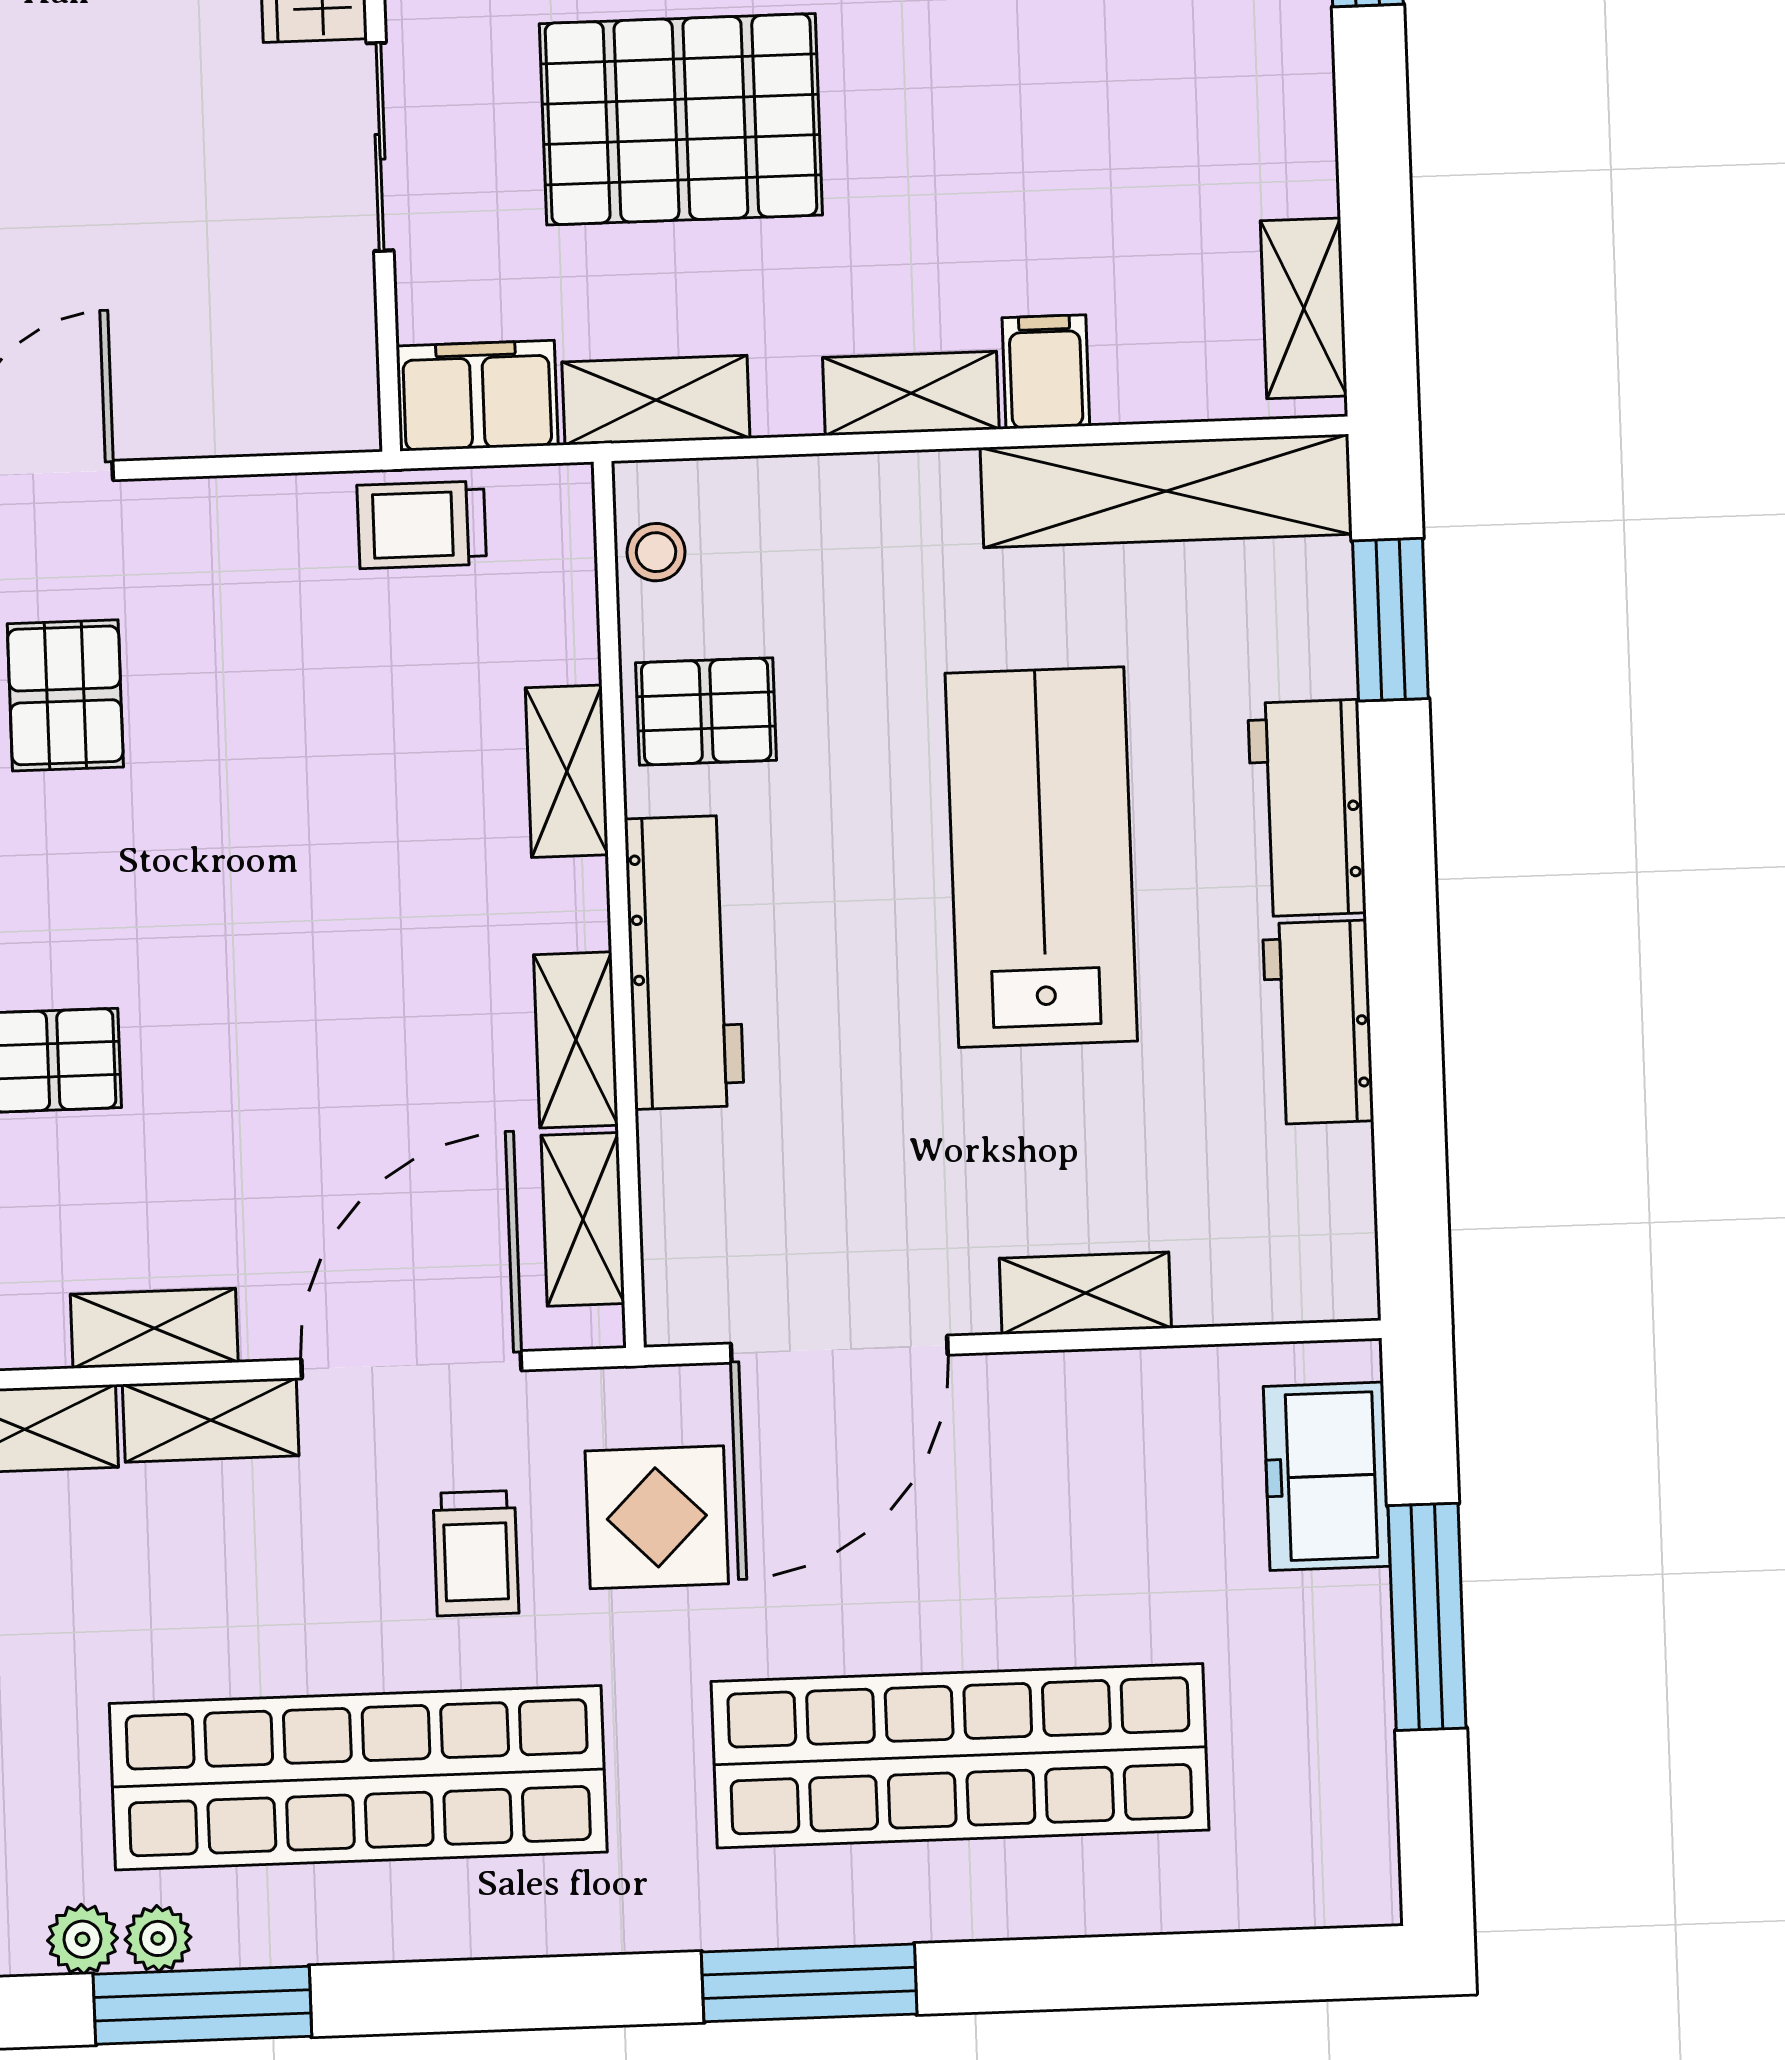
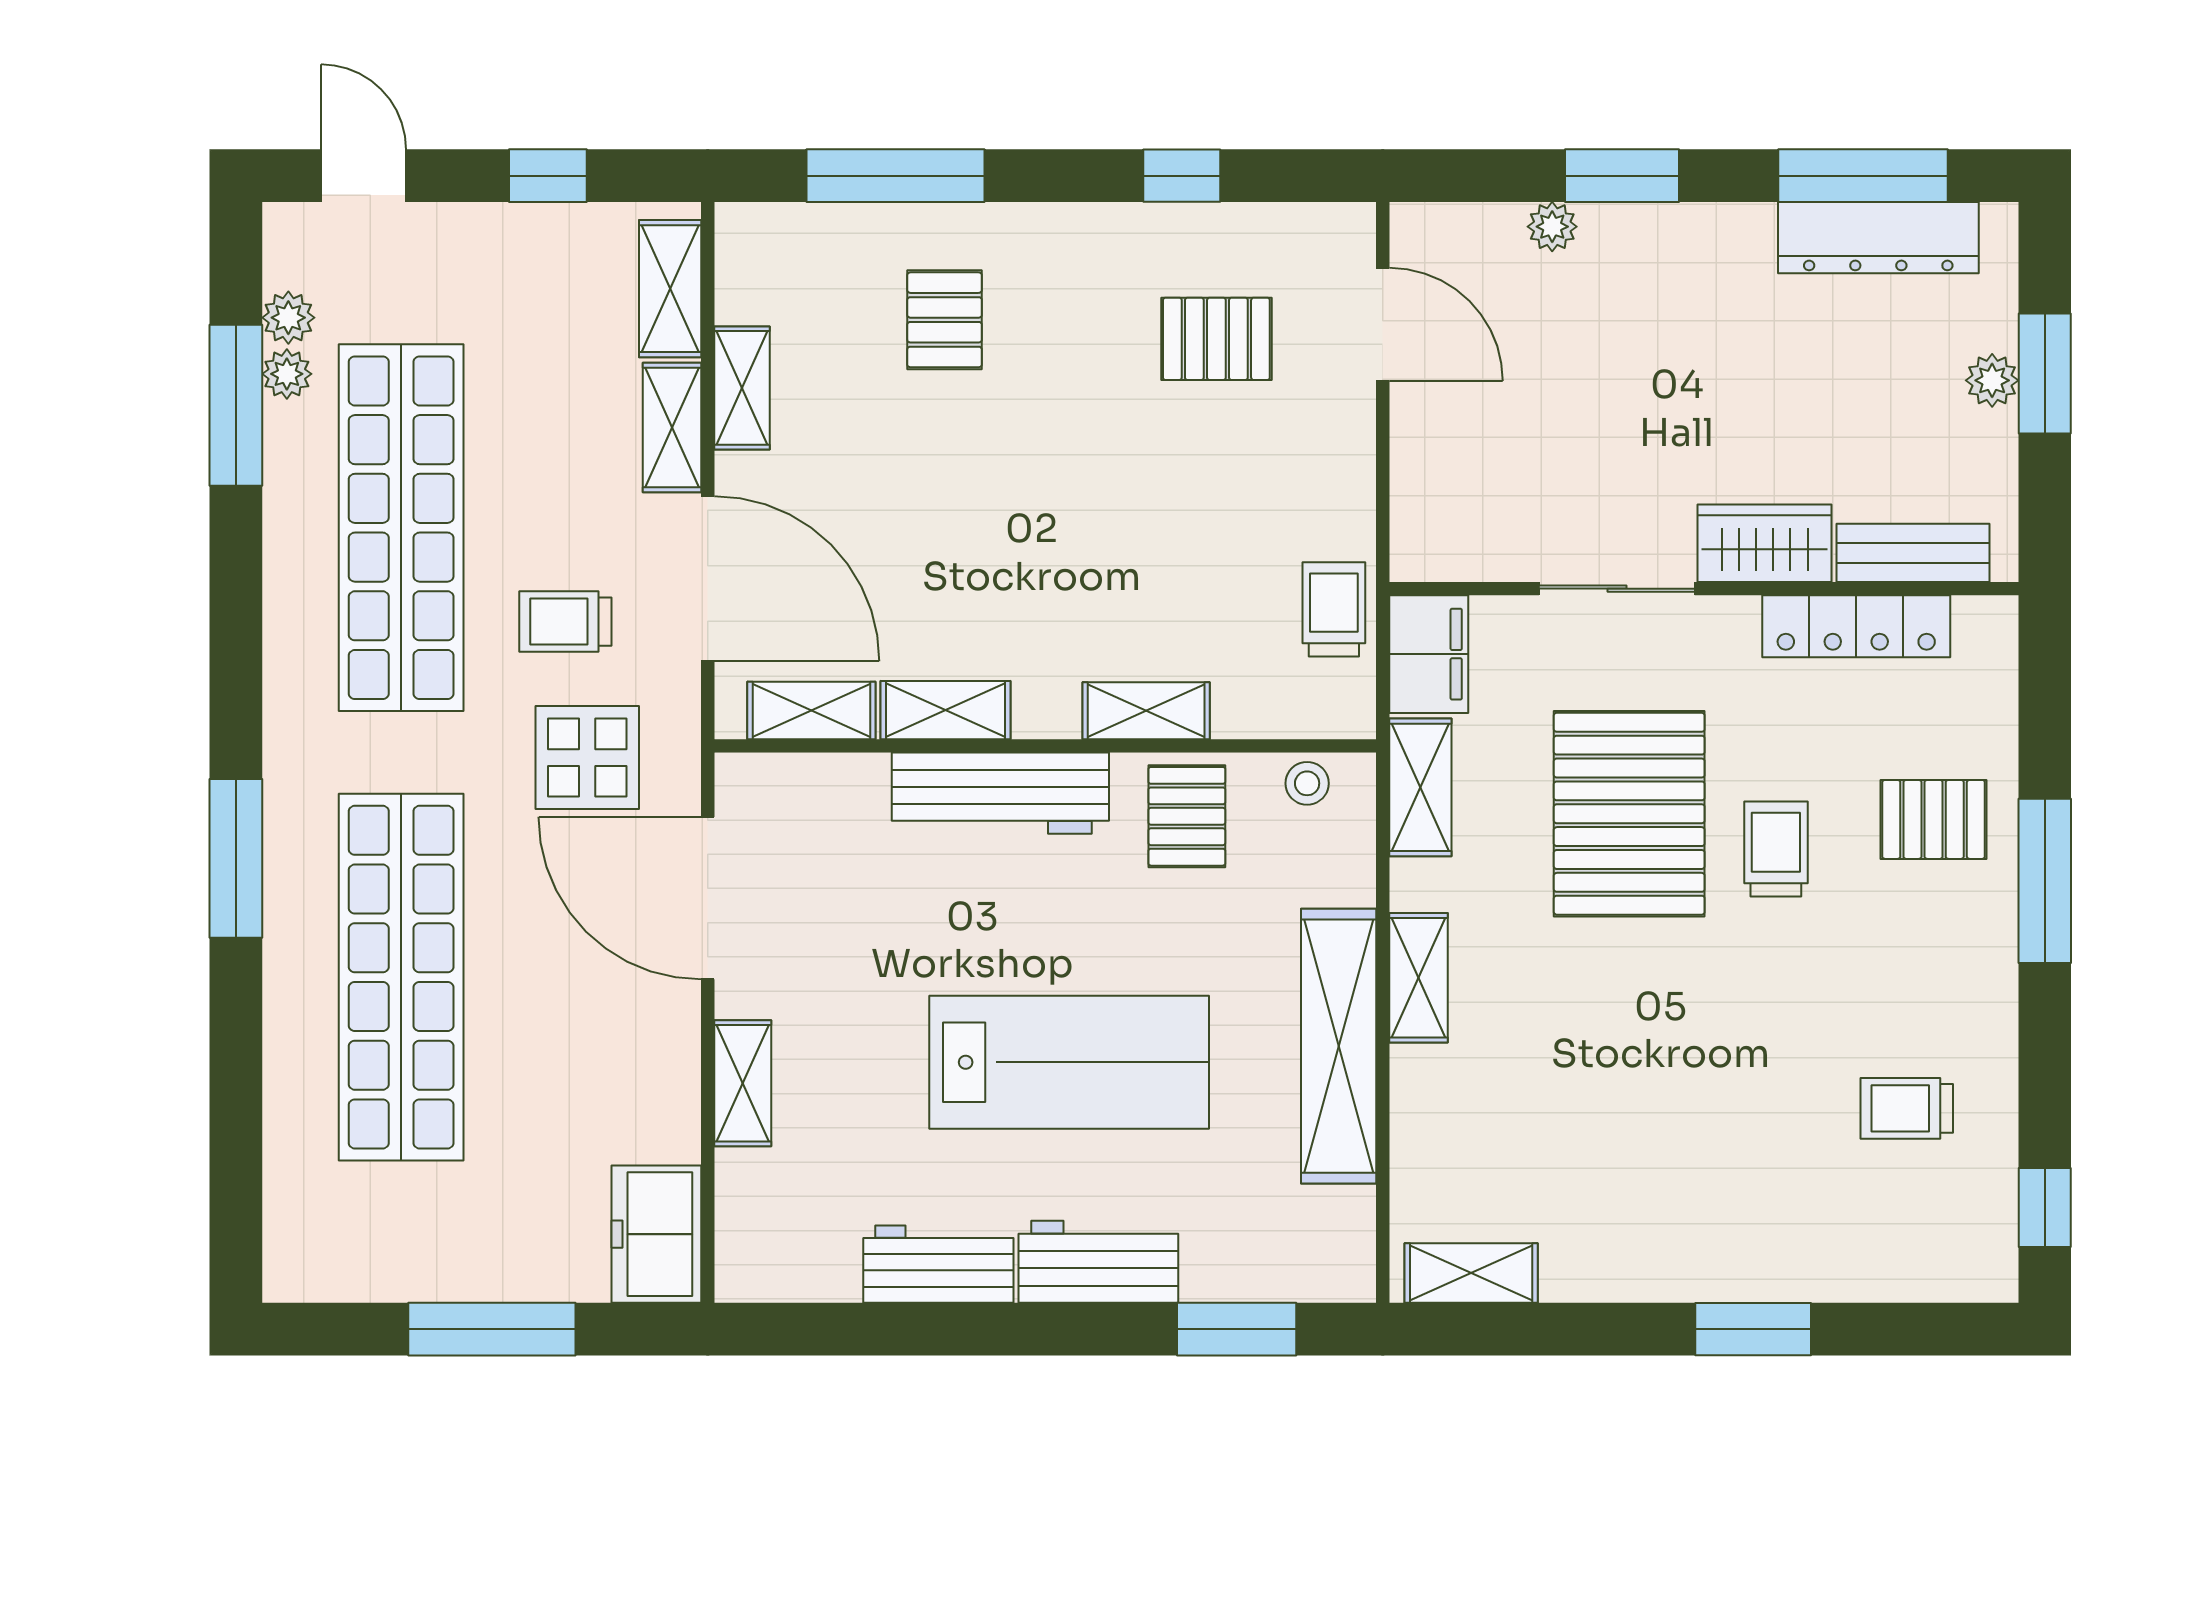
filing cabinet: (1046, 372) -> (1431, 1079), removed
shelving: (1166, 491) -> (1339, 1046), moved
freezer: (1327, 1476) -> (656, 1234), moved, turned -90

